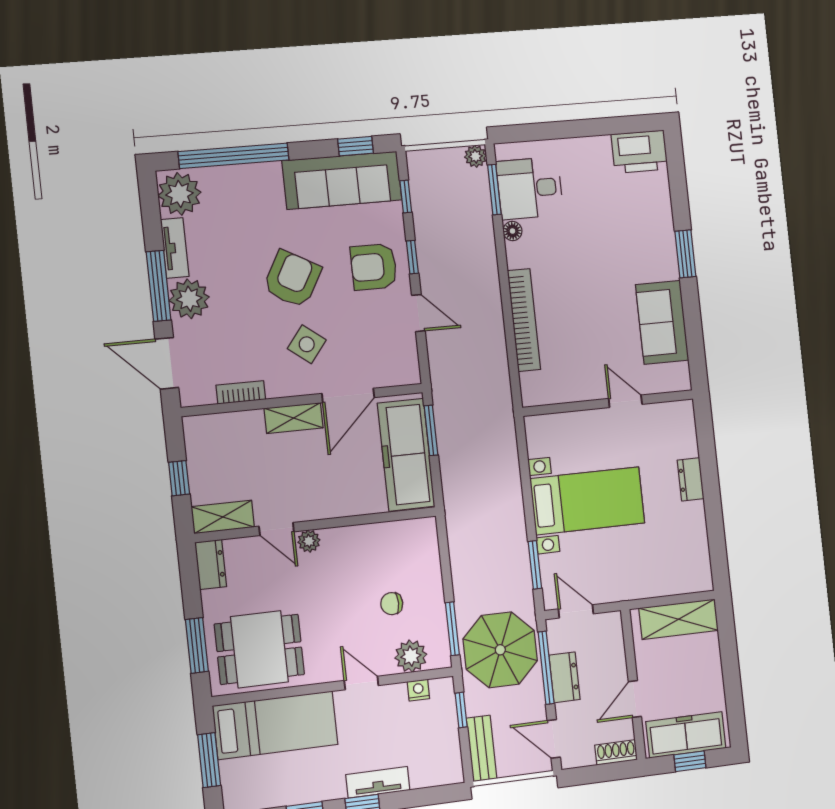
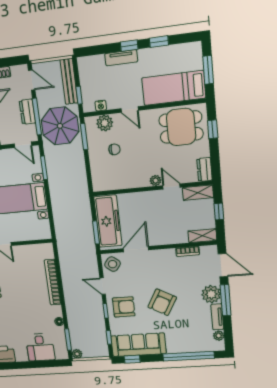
desk: (530, 188) -> (40, 347), moved, turned 90
plant: (179, 194) -> (219, 336), width x0.53, depth x0.53
side table: (307, 344) -> (113, 264), moved
shelving: (294, 418) -> (202, 236), moved
window: (197, 645) -> (213, 129), width x0.67
bench: (482, 748) -> (69, 81), width x1.36

